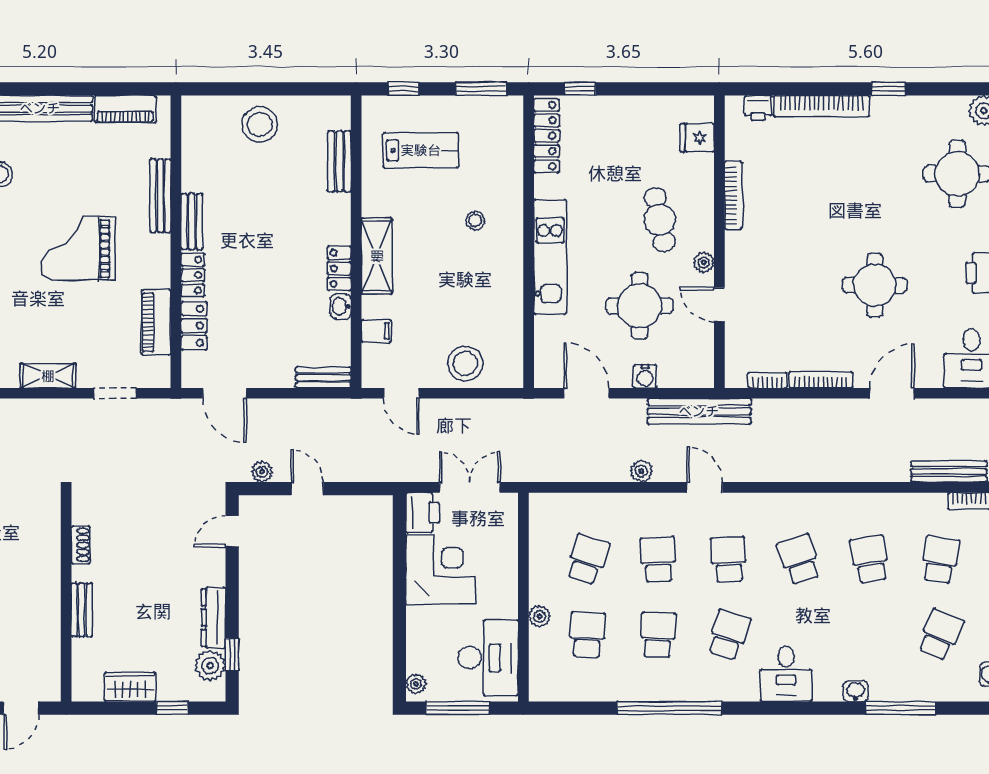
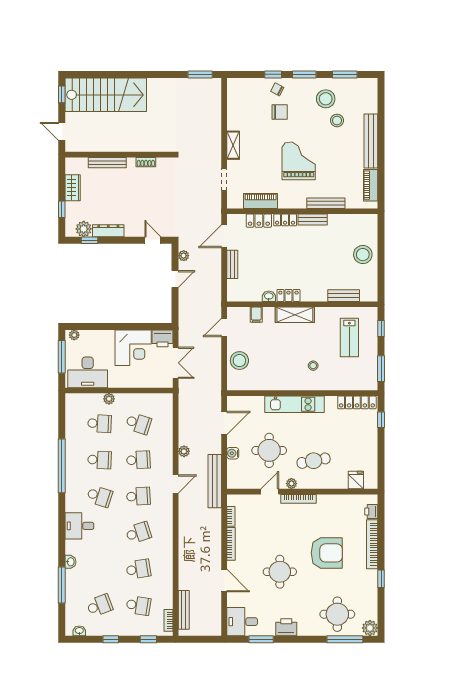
armchair: (838, 194) -> (327, 553), added
bookcase: (733, 195) -> (298, 499), moved
bench: (323, 377) -> (232, 264), moved
bench: (82, 610) -> (107, 163), width x1.36
school desk: (940, 635) -> (100, 606), turned -45

